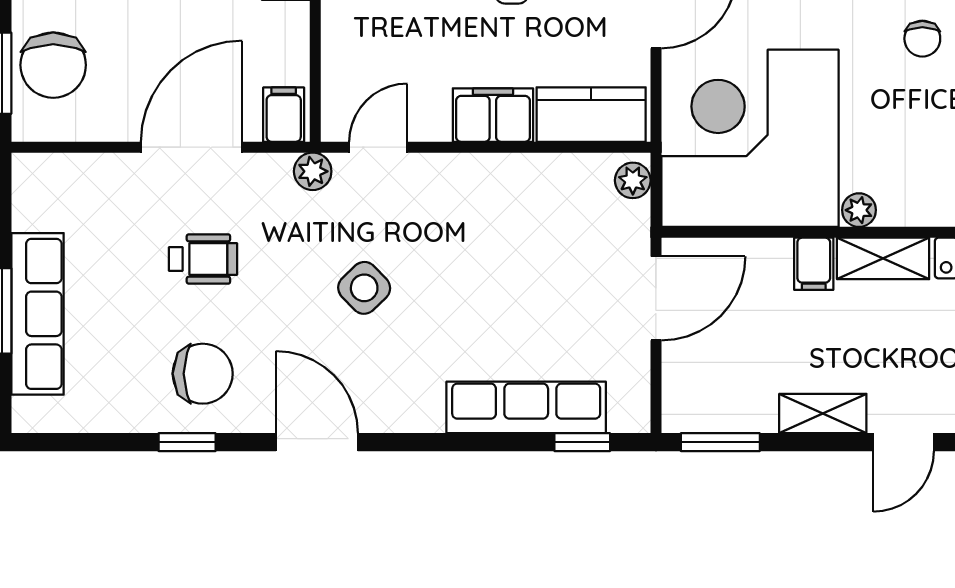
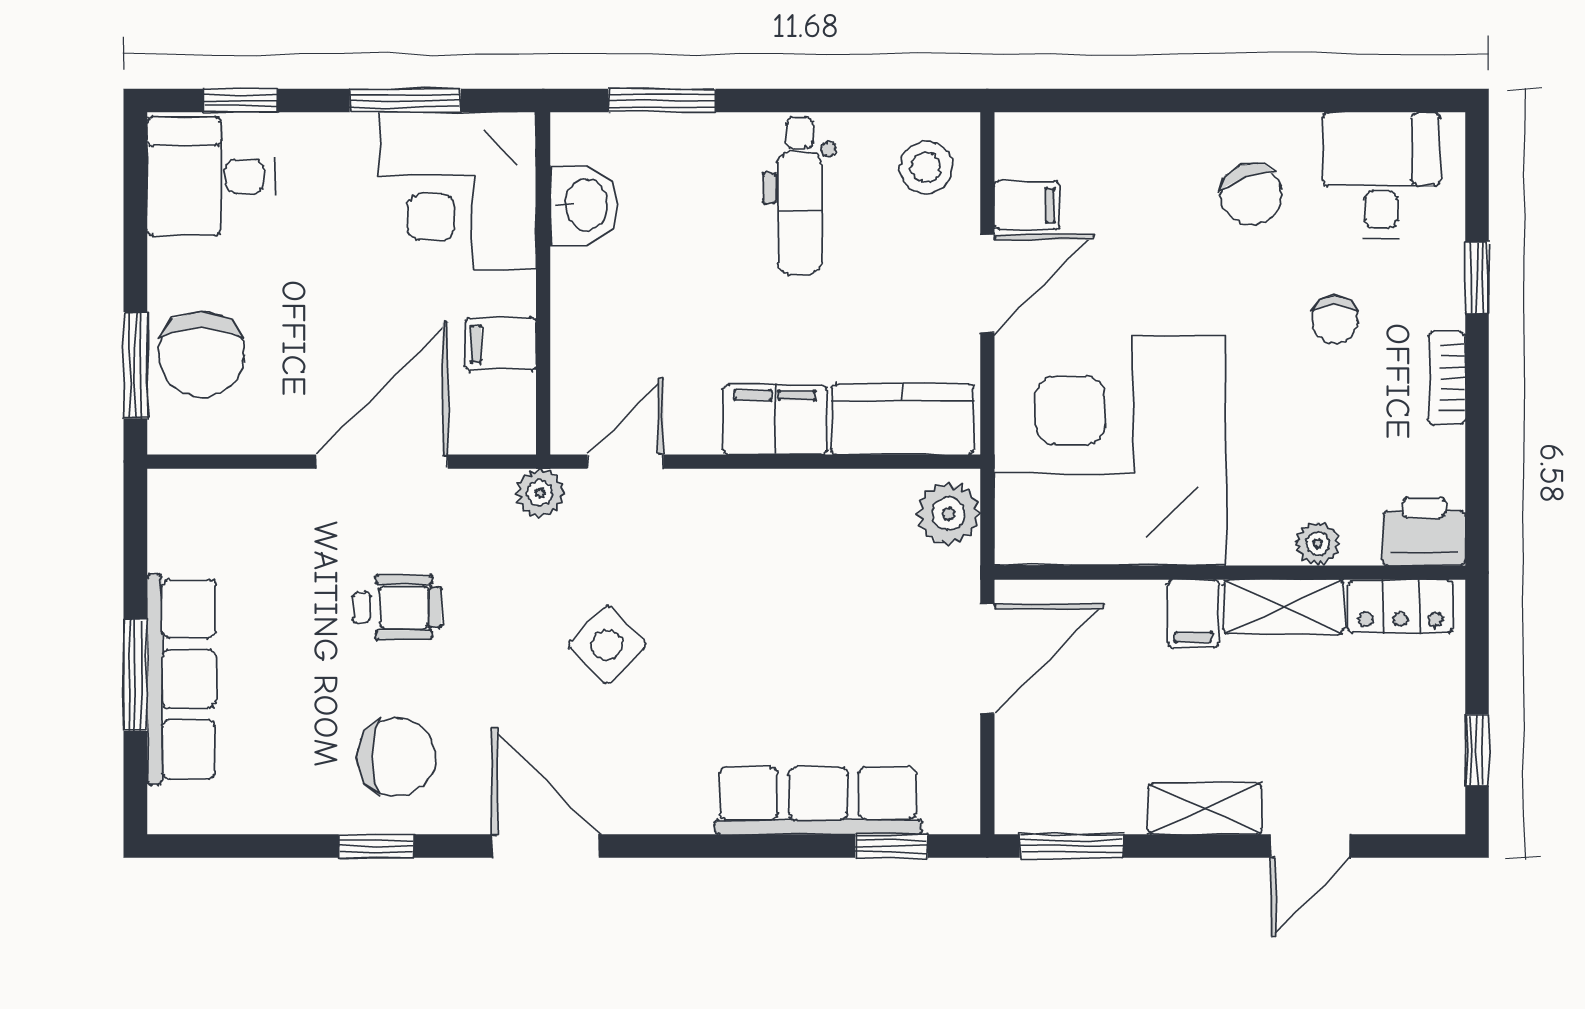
filing cabinet: (284, 115) -> (501, 344), moved, turned -90
plant: (633, 180) -> (948, 514), width x1.38, depth x1.38
plant: (859, 210) -> (1318, 544), moved

